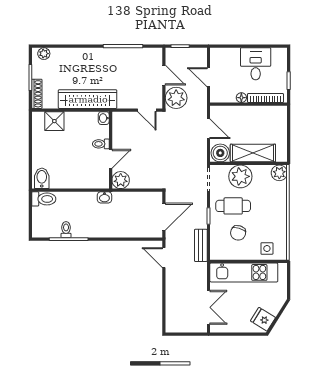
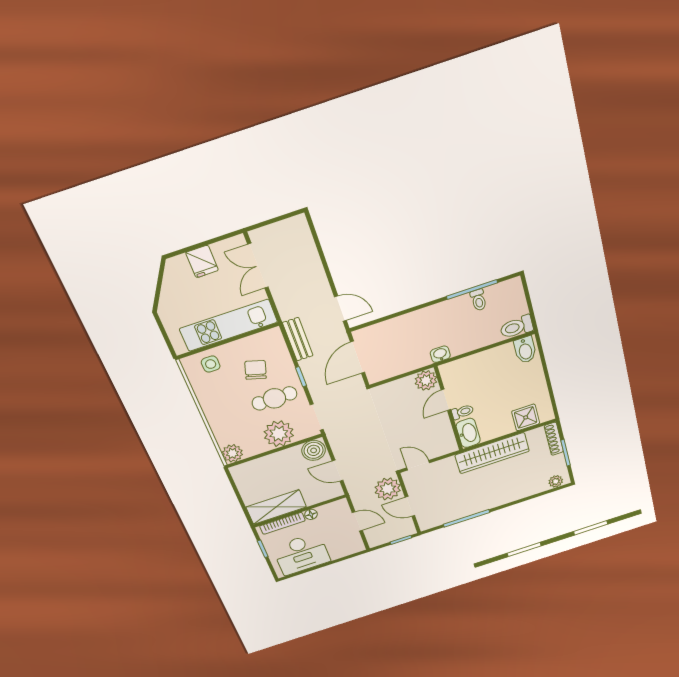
desk: (256, 64) -> (301, 554), width x1.37
washbasin: (104, 118) -> (468, 433), width x1.91, depth x1.45
shelving: (253, 153) -> (276, 507), moved
fridge: (263, 319) -> (202, 261), moved, turned 58

